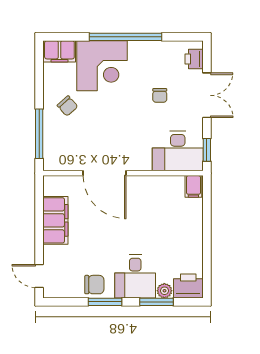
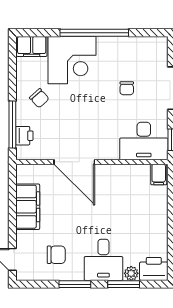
printer: (194, 59) -> (24, 136), moved, turned 180
chair: (94, 285) -> (56, 255), moved

